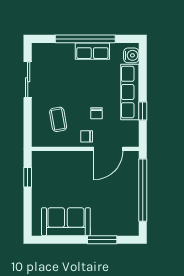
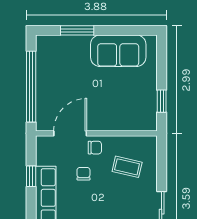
coffee table: (58, 119) -> (127, 167), turned -67

